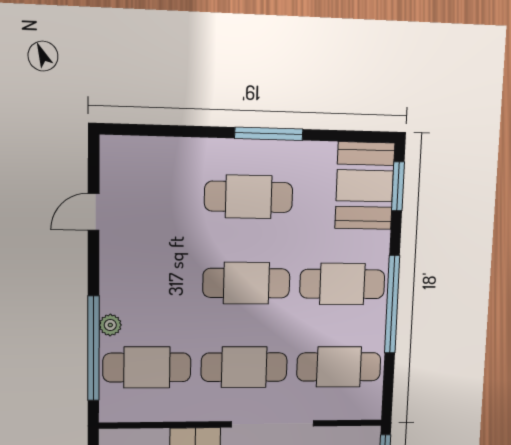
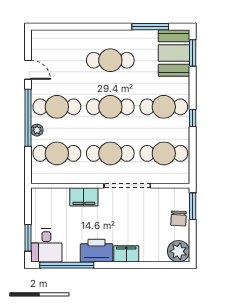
window: (269, 134) -> (150, 27), moved
door: (94, 212) -> (28, 70), swing flipped
cafe table: (148, 282) -> (57, 107), added
window: (392, 304) -> (193, 118), width x0.32
window: (93, 348) -> (28, 118), moved

